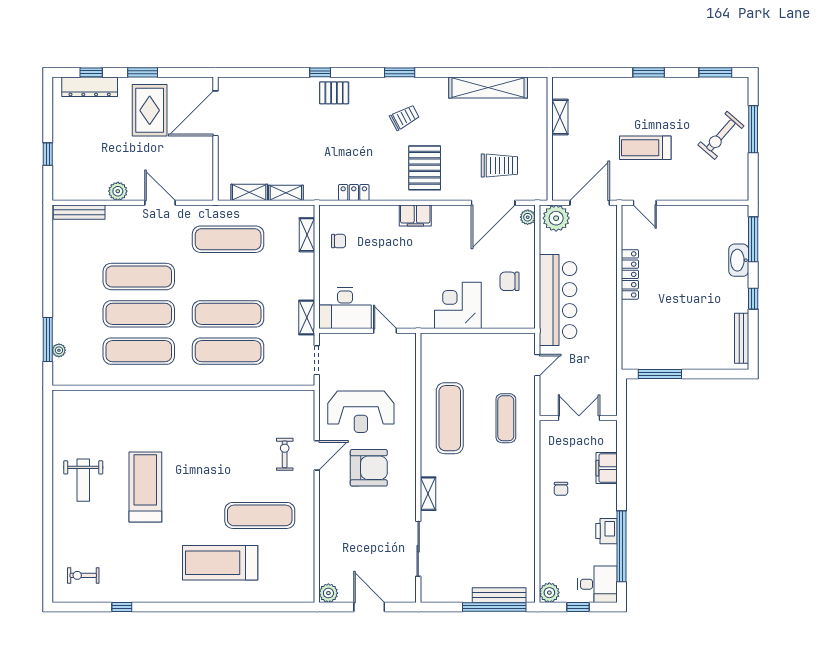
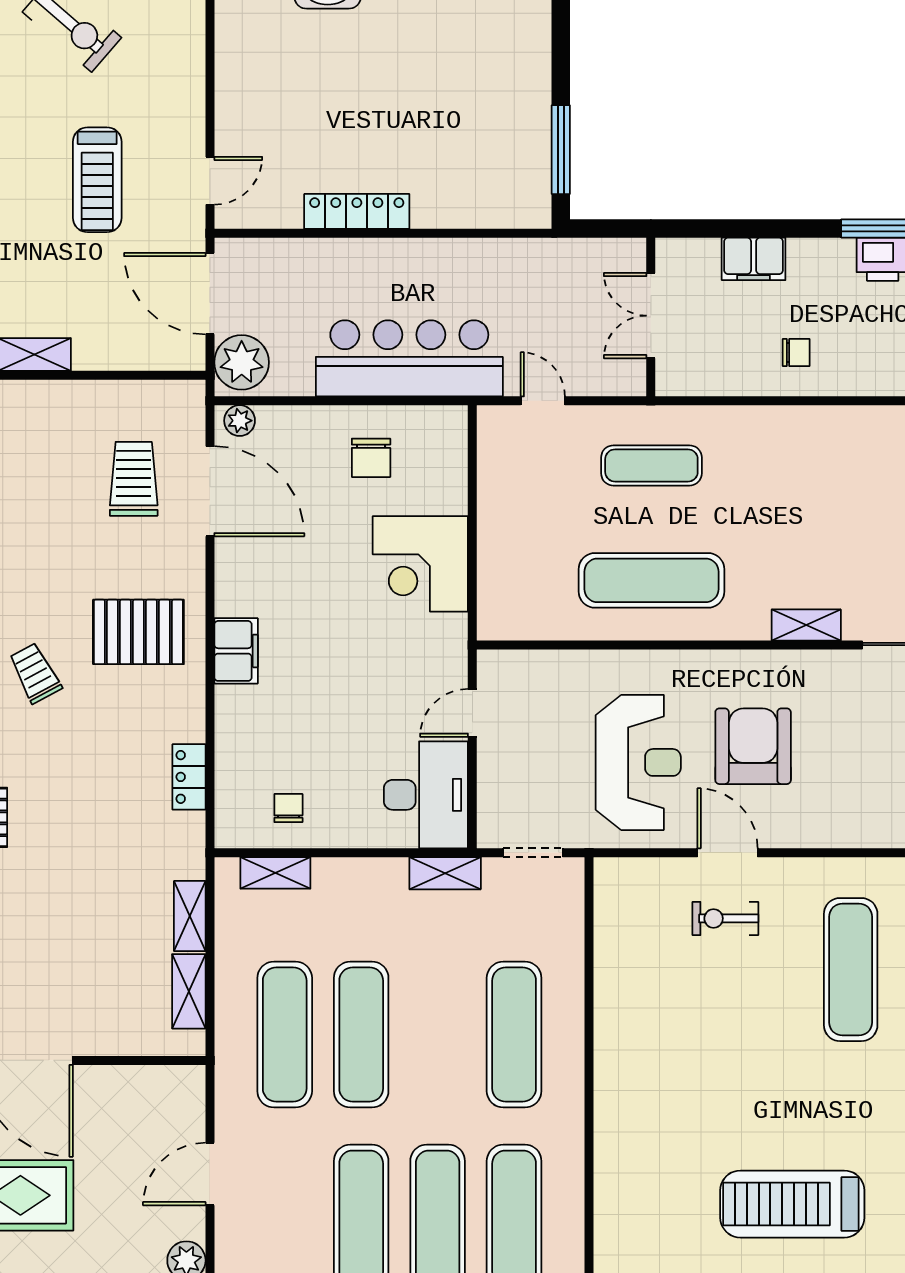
exercise mat: (228, 314) -> (361, 1035), moved

